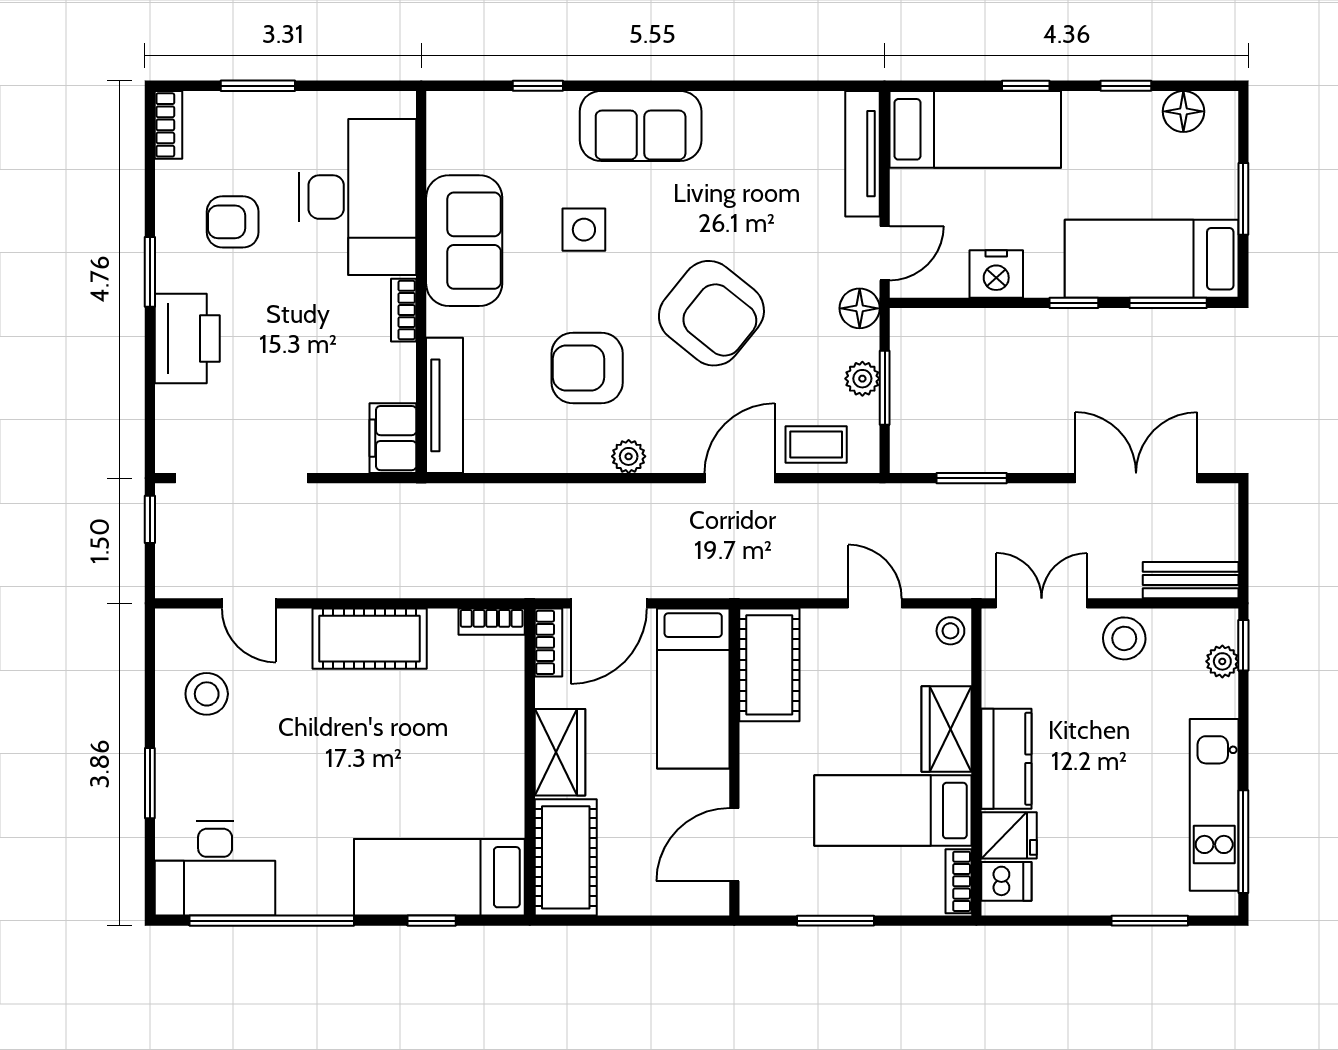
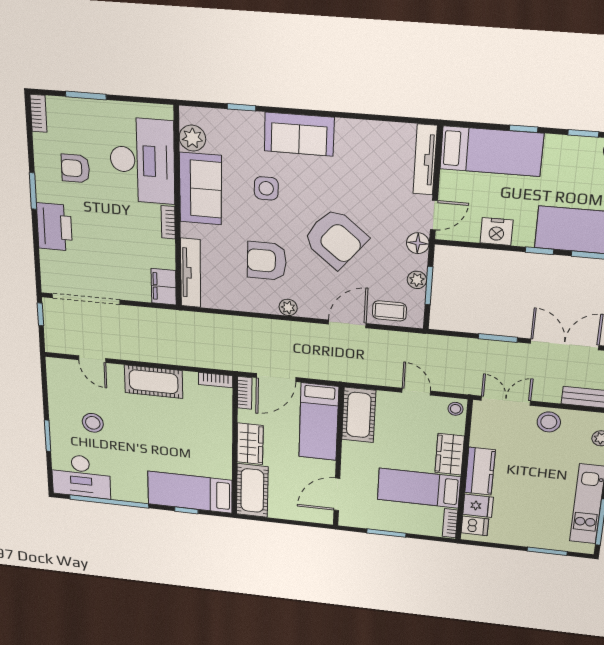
plant: (450, 148) -> (192, 138), added
window: (972, 478) -> (498, 338), moved
stool: (207, 694) -> (93, 423), moved

